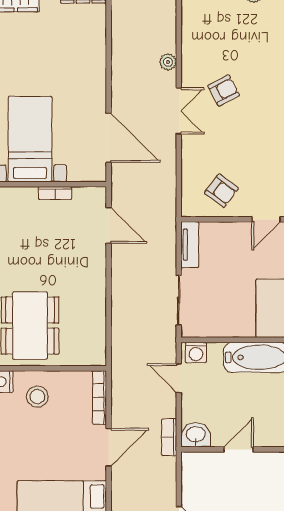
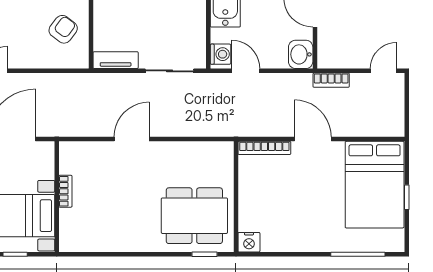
door: (109, 225) -> (132, 139), moved
door: (179, 378) -> (246, 71), swing flipped
stool: (37, 397) -> (263, 208), removed
bookcase: (169, 437) -> (331, 80), moved

